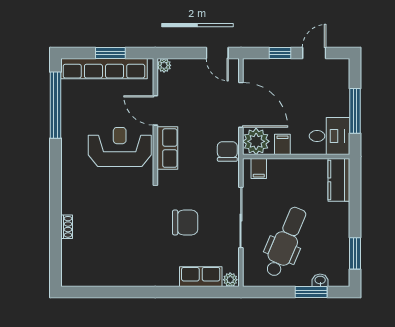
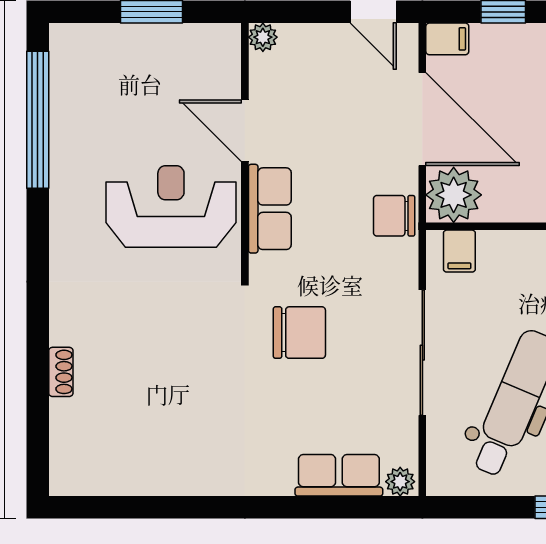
row of seats: (104, 69) -> (138, 44), removed
filing cabinet: (282, 144) -> (447, 39), moved, turned 90
chair: (227, 151) -> (394, 216), turned -90
chair: (185, 222) -> (299, 333), moved

